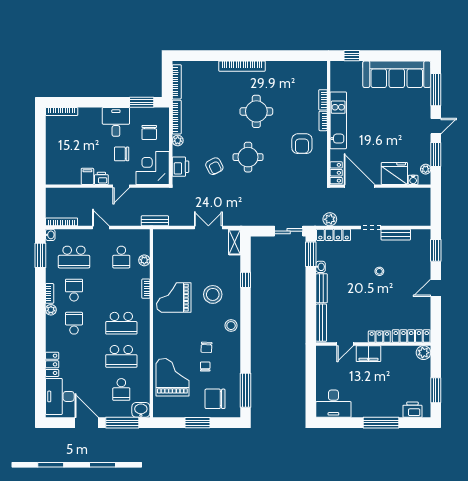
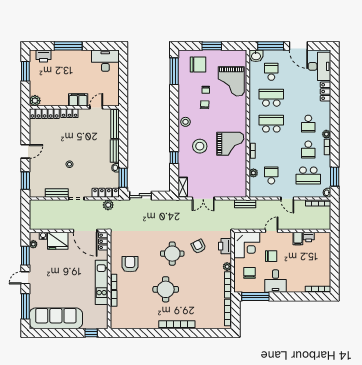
window: (142, 102) -> (255, 297), width x1.44
printer: (101, 178) -> (309, 237), moved
school desk: (74, 257) -> (308, 175), turned 180

